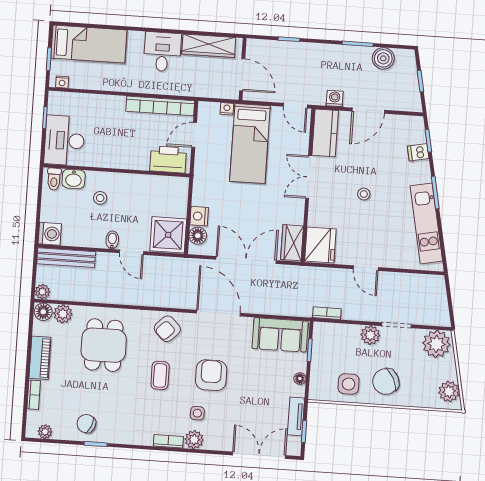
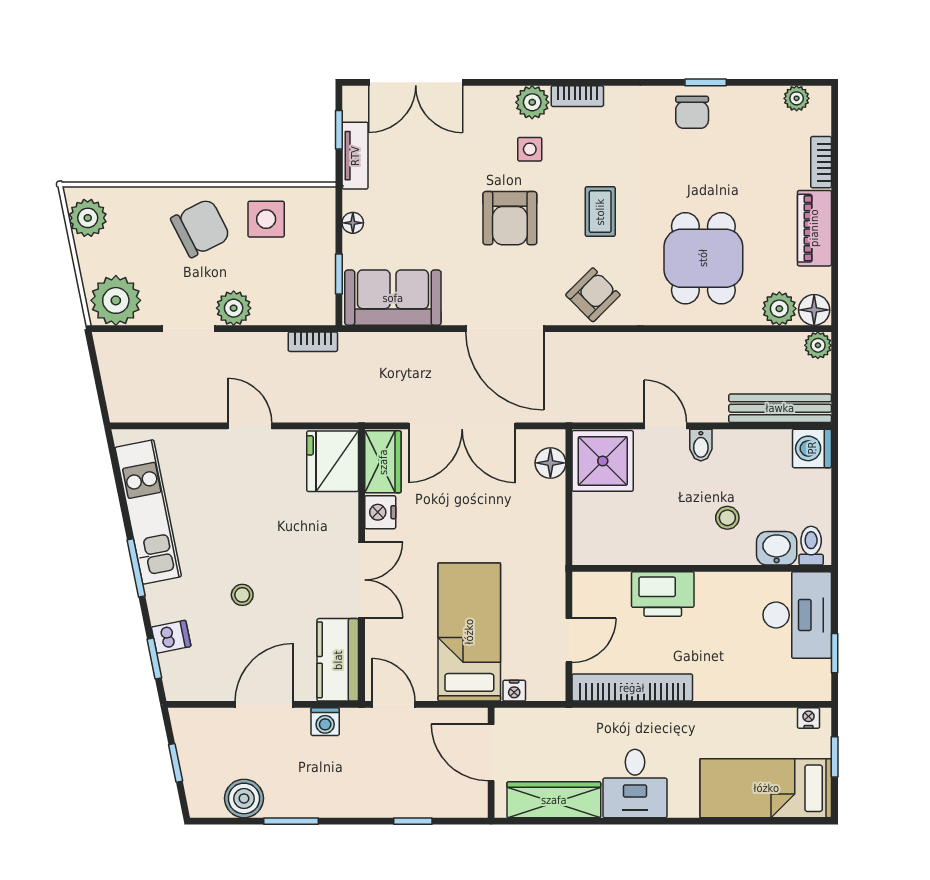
printer: (168, 159) -> (663, 594), moved
stool: (364, 194) -> (242, 595), moved
nightstand: (199, 216) -> (380, 512), moved, turned 180
chair: (86, 424) -> (692, 112), moved, turned 67

